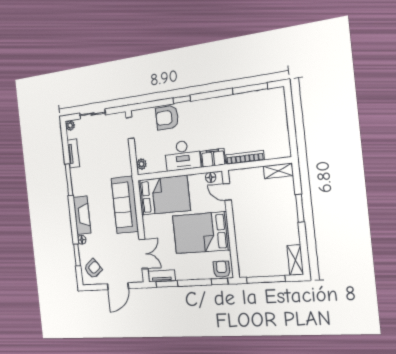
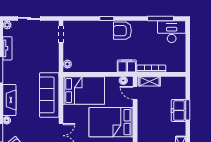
armchair: (167, 118) -> (122, 31), moved
desk: (183, 155) -> (172, 32), moved, turned 180
shelving: (278, 171) -> (150, 81), moved
freezer: (287, 210) -> (178, 110), added

